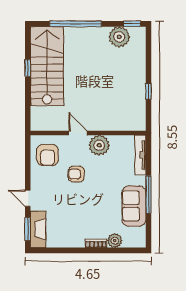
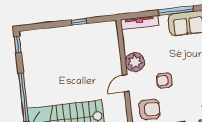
plant: (119, 37) -> (31, 55), removed
armchair: (76, 174) -> (164, 80), turned 90

